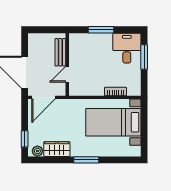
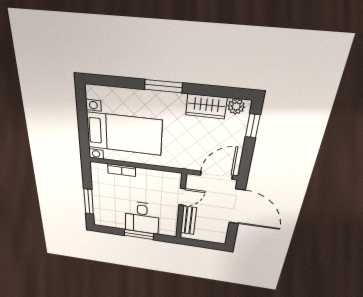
desk: (127, 48) -> (142, 218), moved

